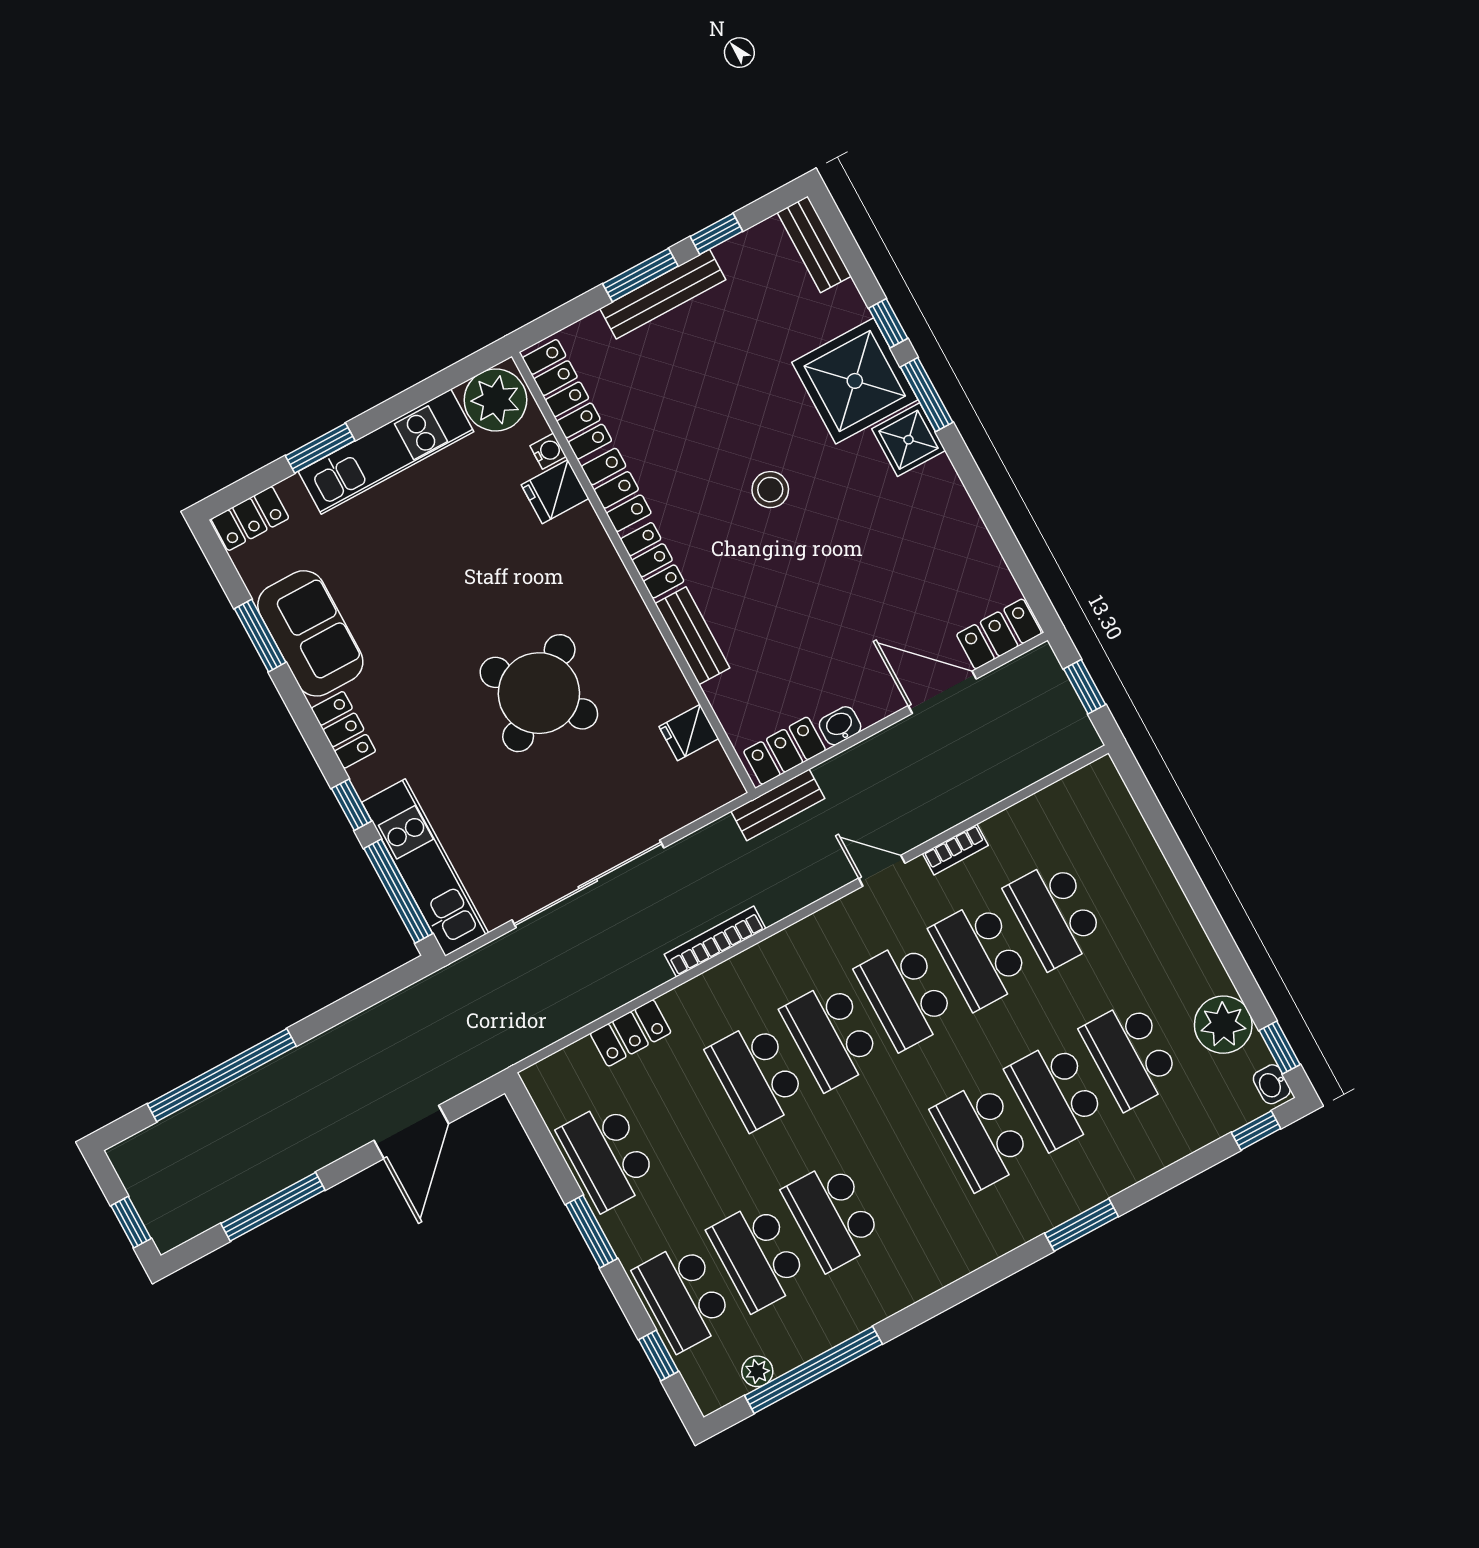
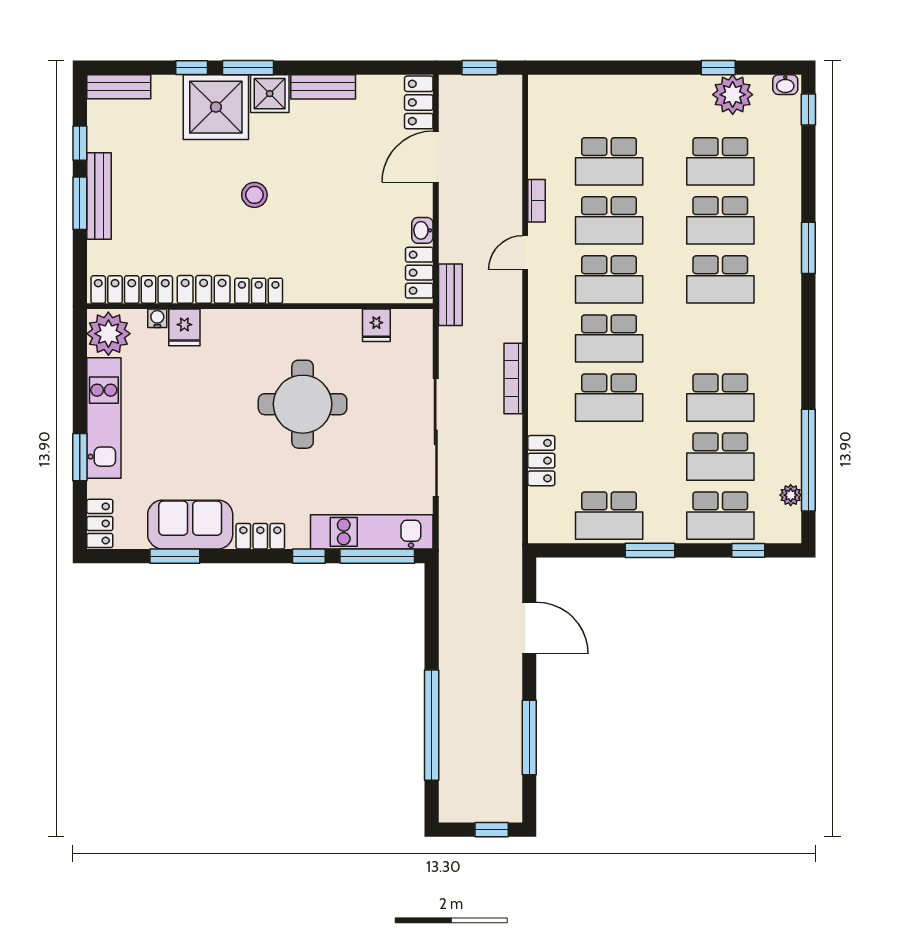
bench: (692, 636) -> (323, 87), moved
round table: (539, 693) -> (303, 404), turned 36
window: (1280, 1047) -> (718, 68), moved

